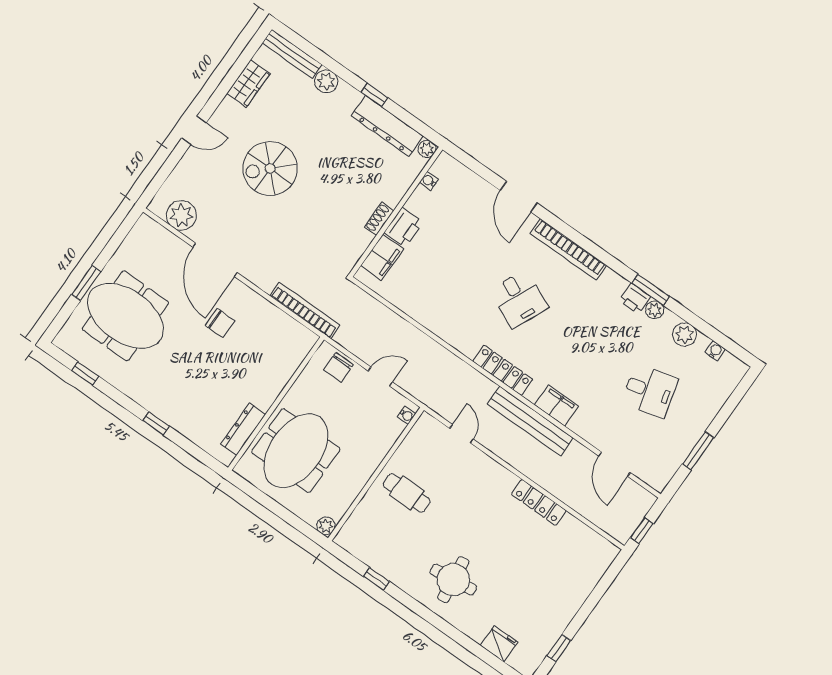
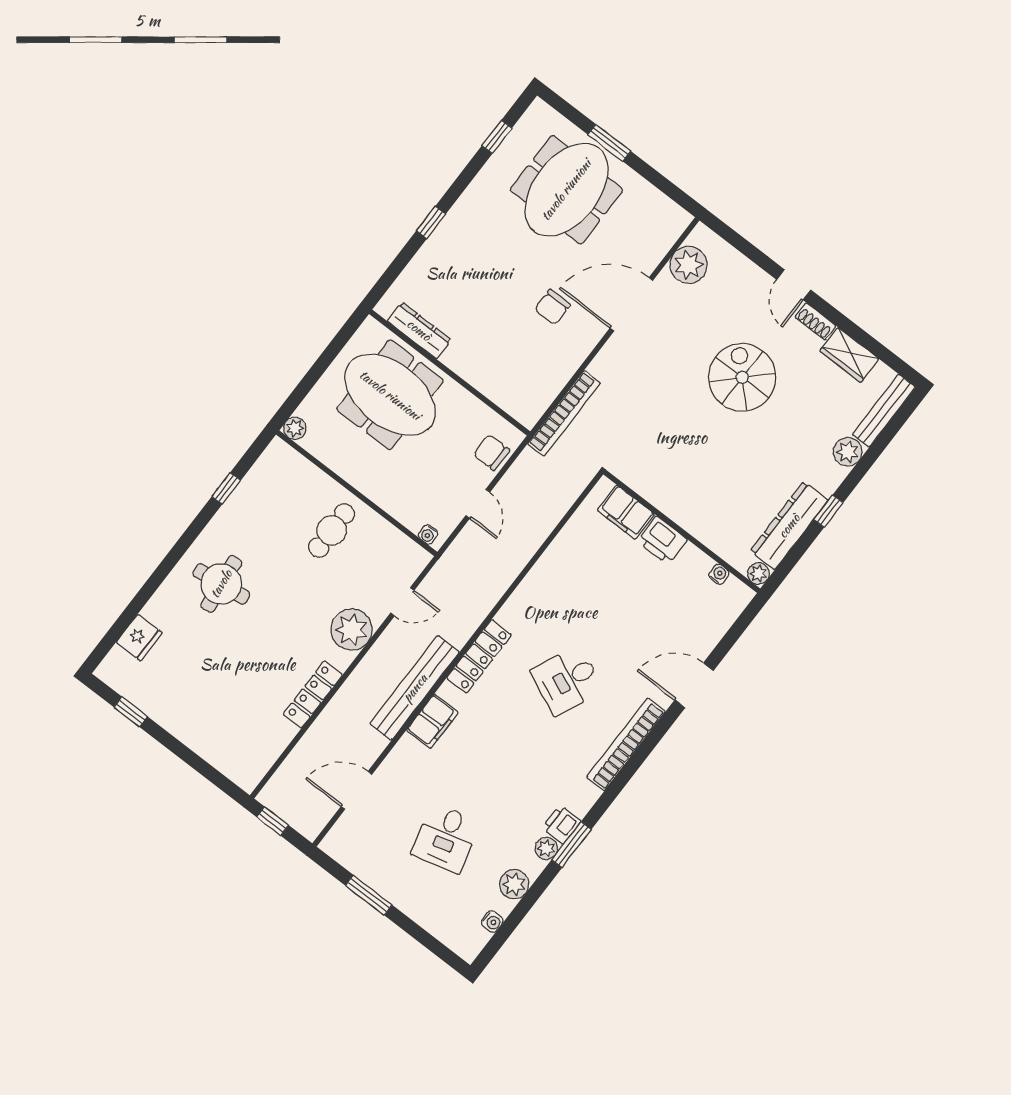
shoe rack: (379, 219) -> (815, 322), moved, turned 180
plant: (486, 474) -> (352, 630), added

